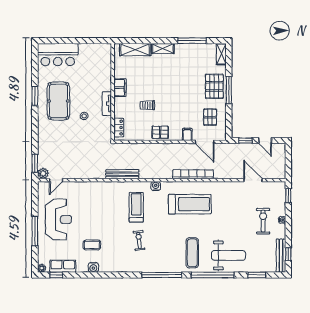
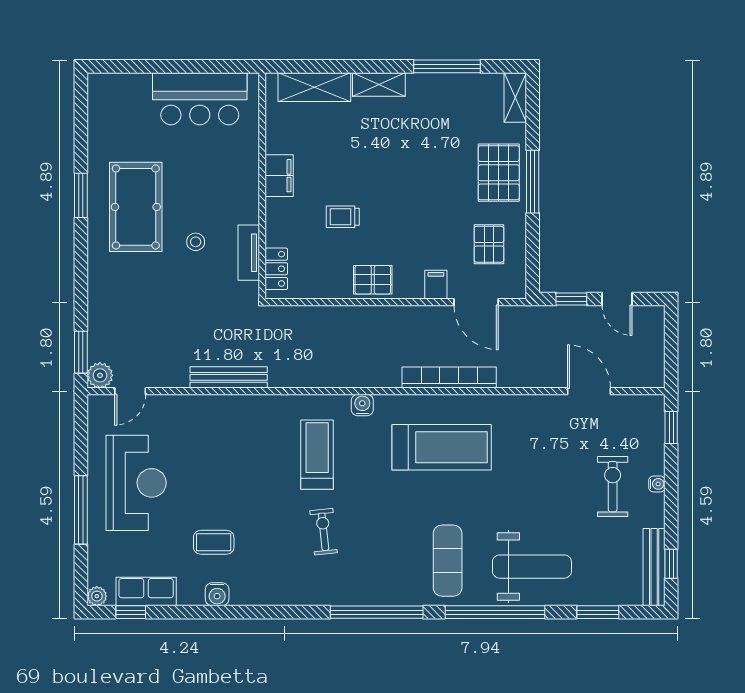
bar counter: (58, 55) -> (200, 99), moved
tv unit: (107, 104) -> (249, 253), moved
bench: (122, 174) -> (229, 377), moved

